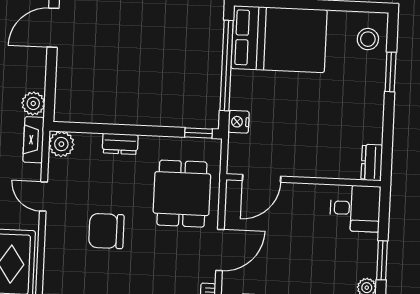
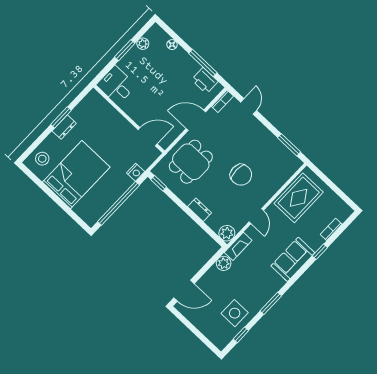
bed: (279, 39) -> (76, 175), moved, turned 90
window: (391, 72) -> (61, 117), moved
dresser: (372, 163) -> (64, 127), moved

